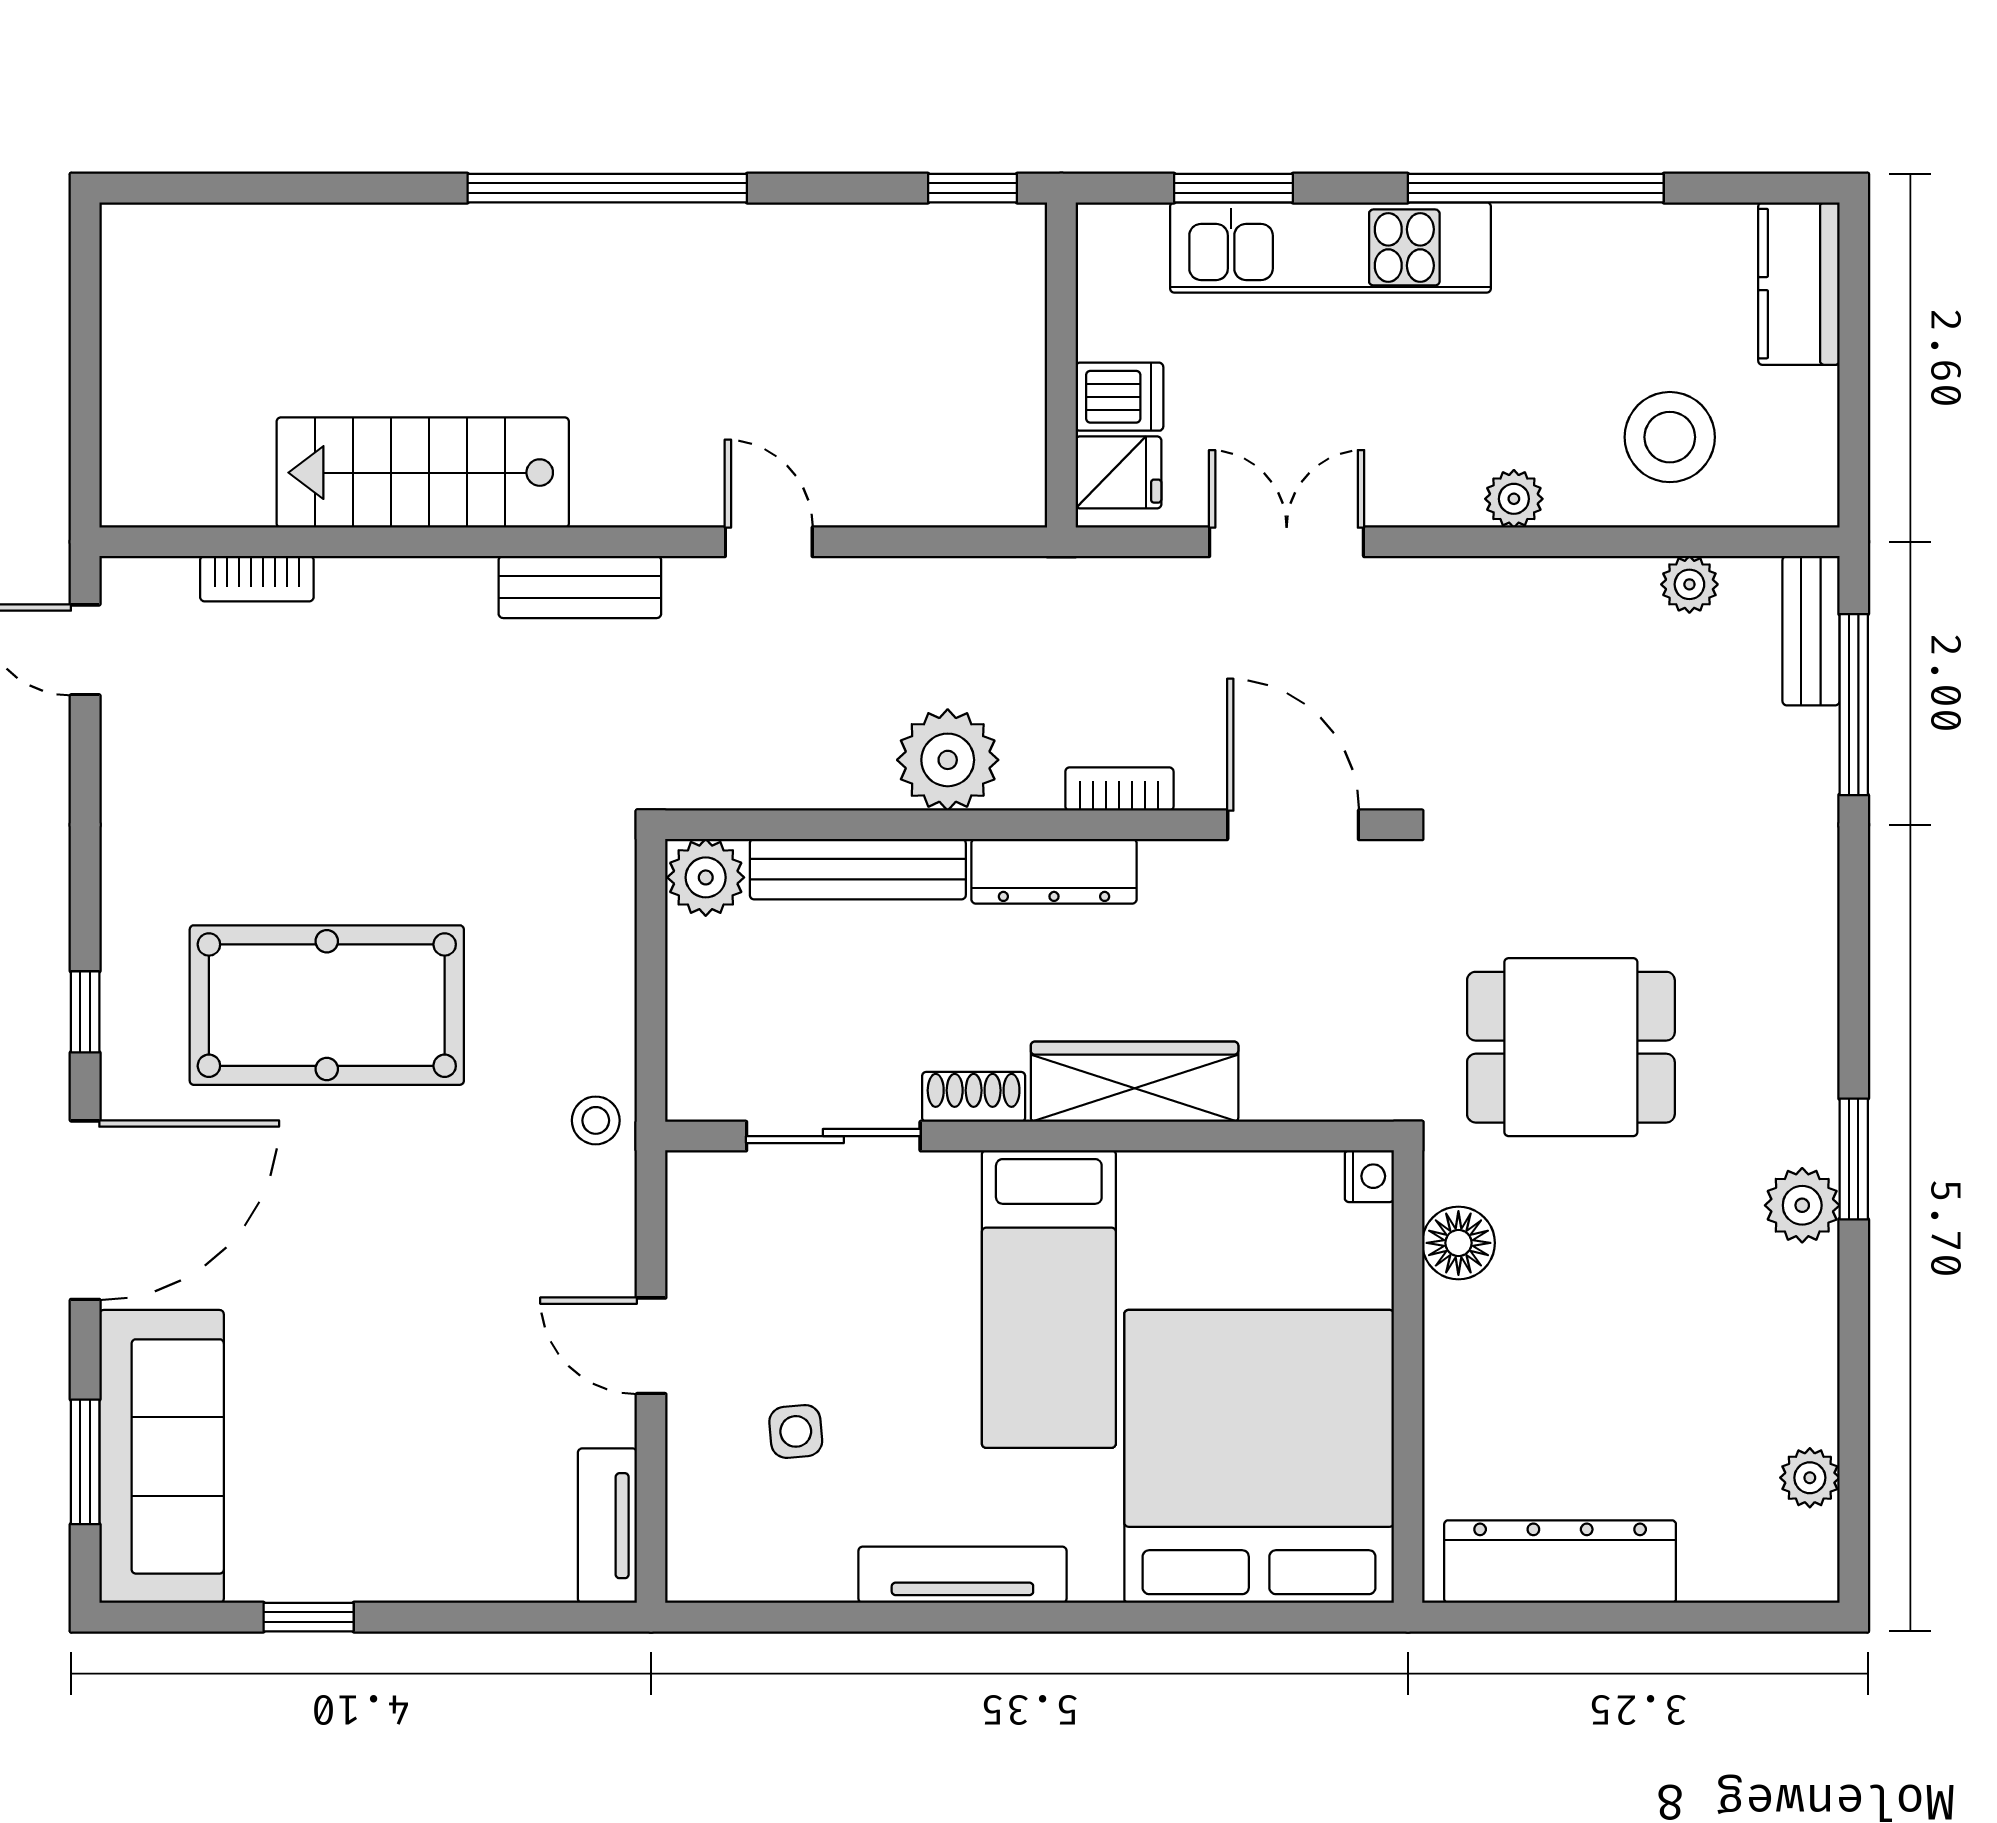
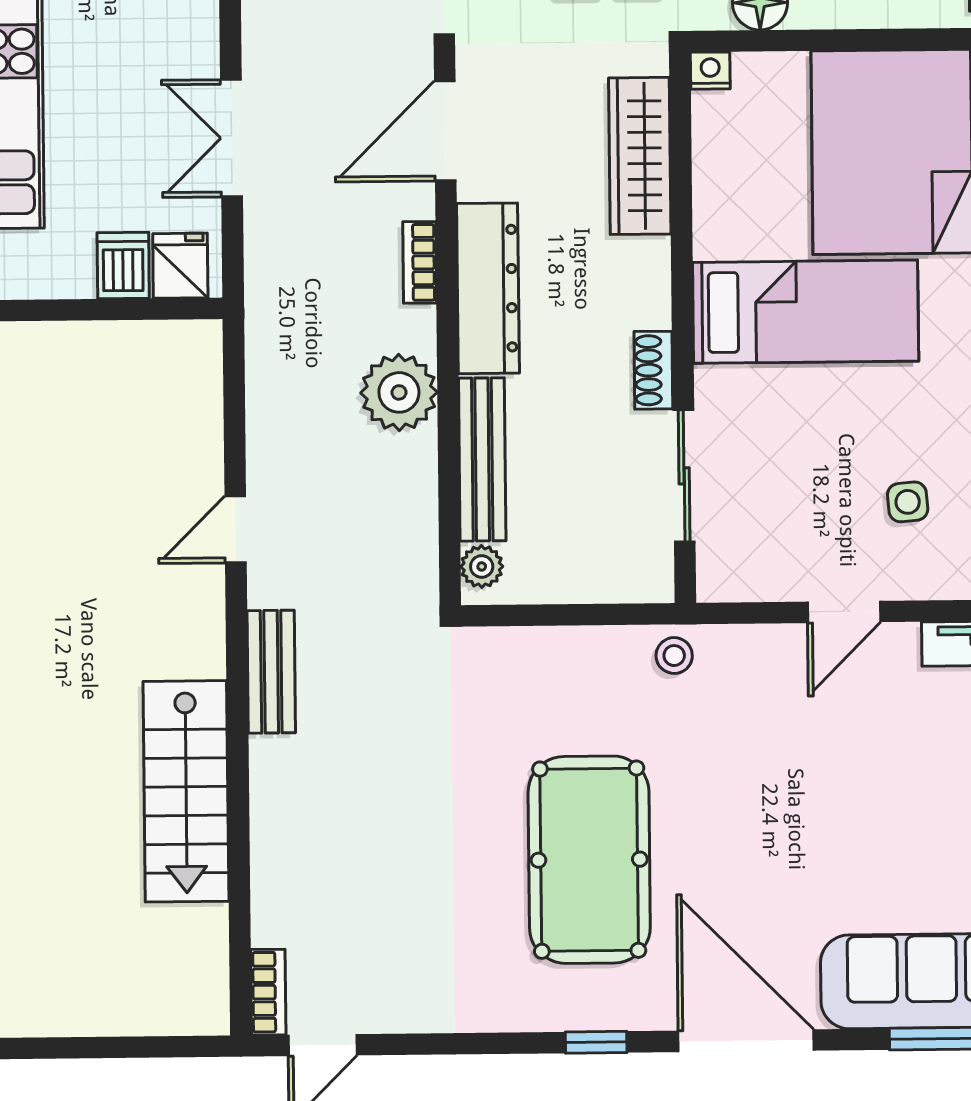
bookcase: (257, 579) -> (268, 992), moved
dresser: (1054, 871) -> (488, 288), width x1.37, depth x1.24
plant: (706, 877) -> (482, 566), width x0.73, depth x0.73
wardrobe: (1135, 1082) -> (640, 156), moved

